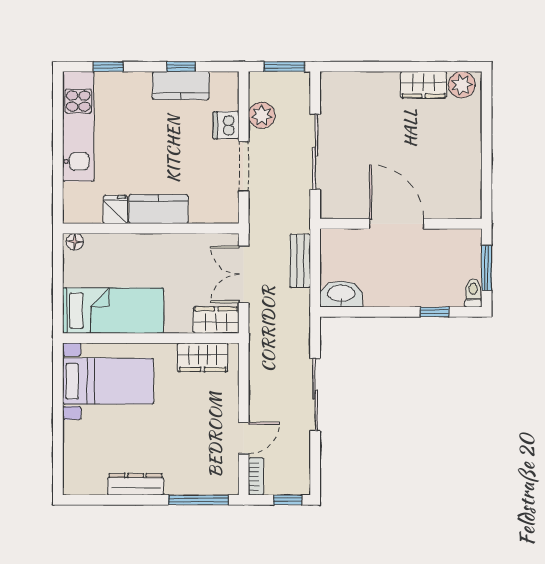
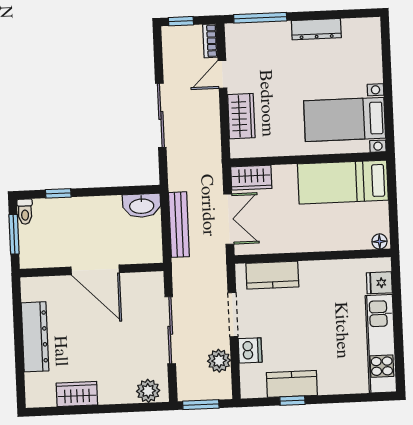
window: (108, 67) -> (357, 398), removed
plant: (462, 85) -> (148, 391), moved
dresser: (468, 151) -> (35, 337), added
kitchen counter: (159, 209) -> (272, 275), moved
fridge: (115, 210) -> (379, 283), moved, turned 90
bench: (300, 261) -> (179, 225), width x1.36
wardrobe: (203, 357) -> (241, 116), moved, turned 90

